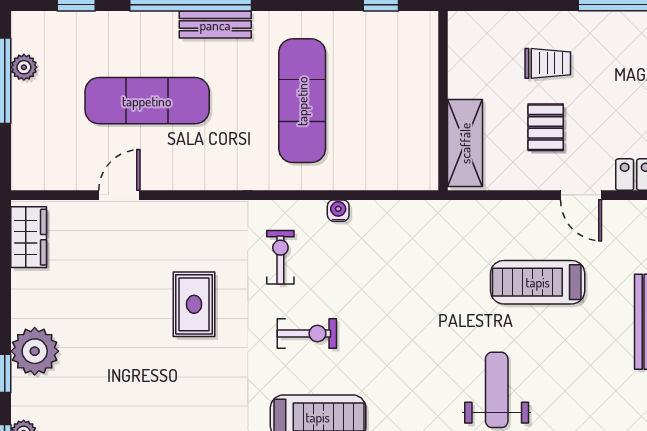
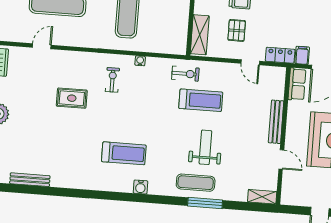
treadmill: (538, 282) -> (201, 100), moved, turned 180
rug: (194, 304) -> (72, 98), turned 90
exercise bike: (307, 333) -> (185, 74), moved

